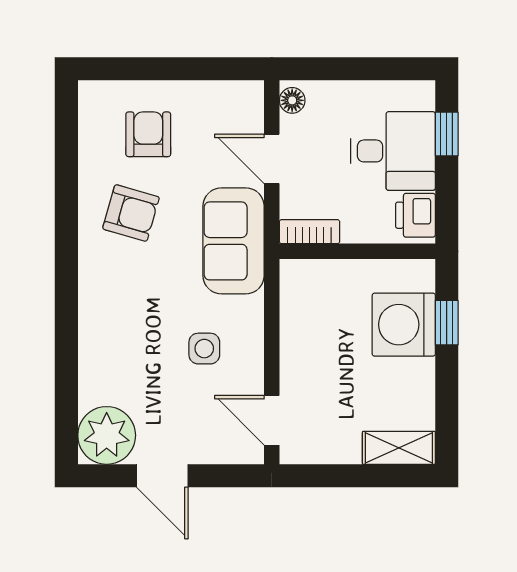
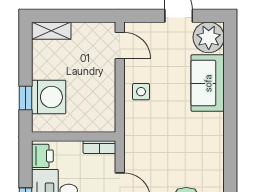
armchair: (131, 213) -> (196, 157), removed
sofa: (234, 241) -> (208, 83), moved, turned 180
side table: (204, 349) -> (141, 92), moved

